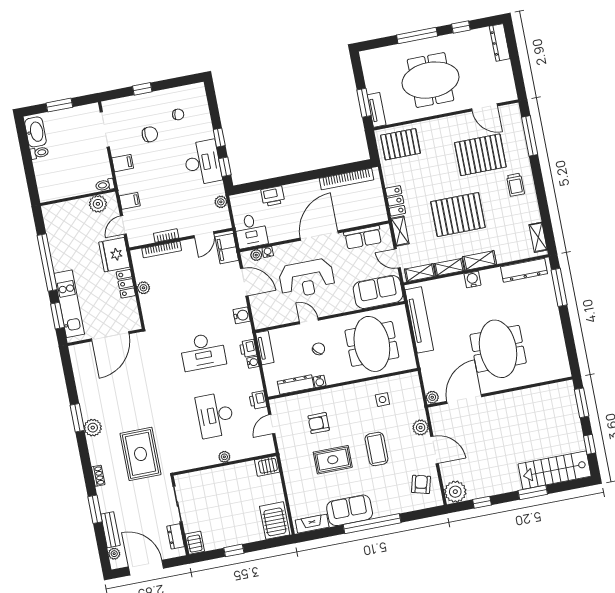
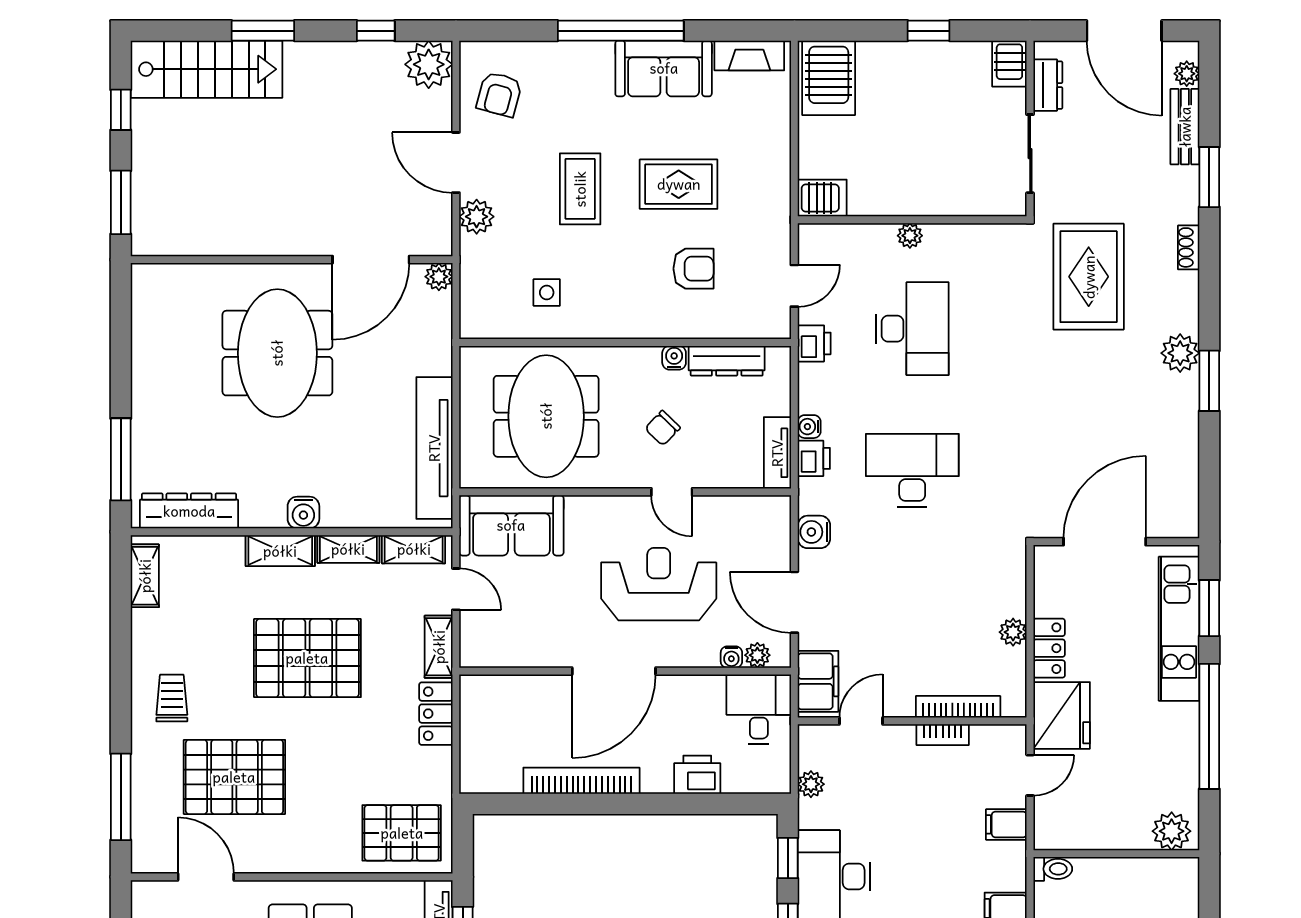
bookcase: (346, 179) -> (581, 781), moved
plant: (98, 204) -> (1172, 831), moved
row of seats: (363, 237) -> (521, 649), removed

